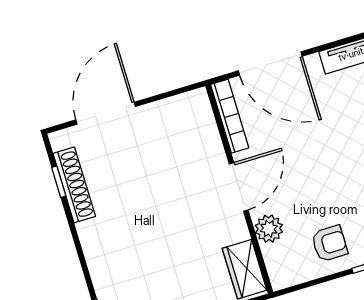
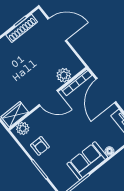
plant: (204, 137) -> (64, 75), added
plant: (269, 229) -> (23, 128), moved

